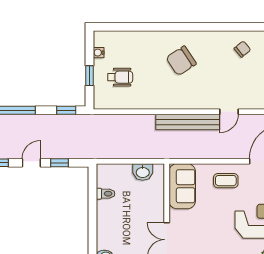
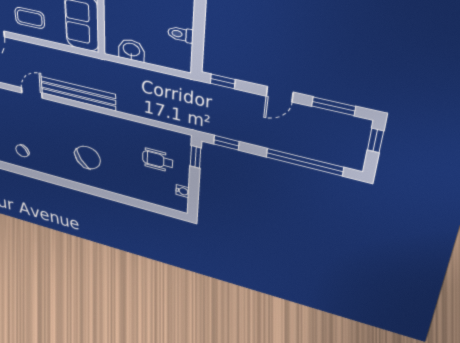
window: (89, 76) -> (196, 157), moved
window: (60, 163) -> (223, 81), moved

